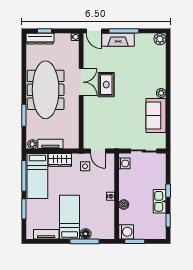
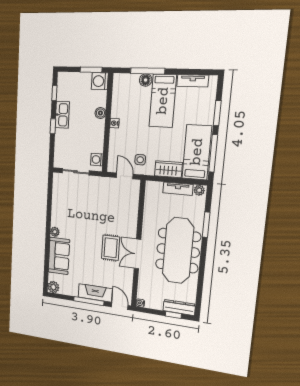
sofa: (156, 116) -> (59, 256), moved

